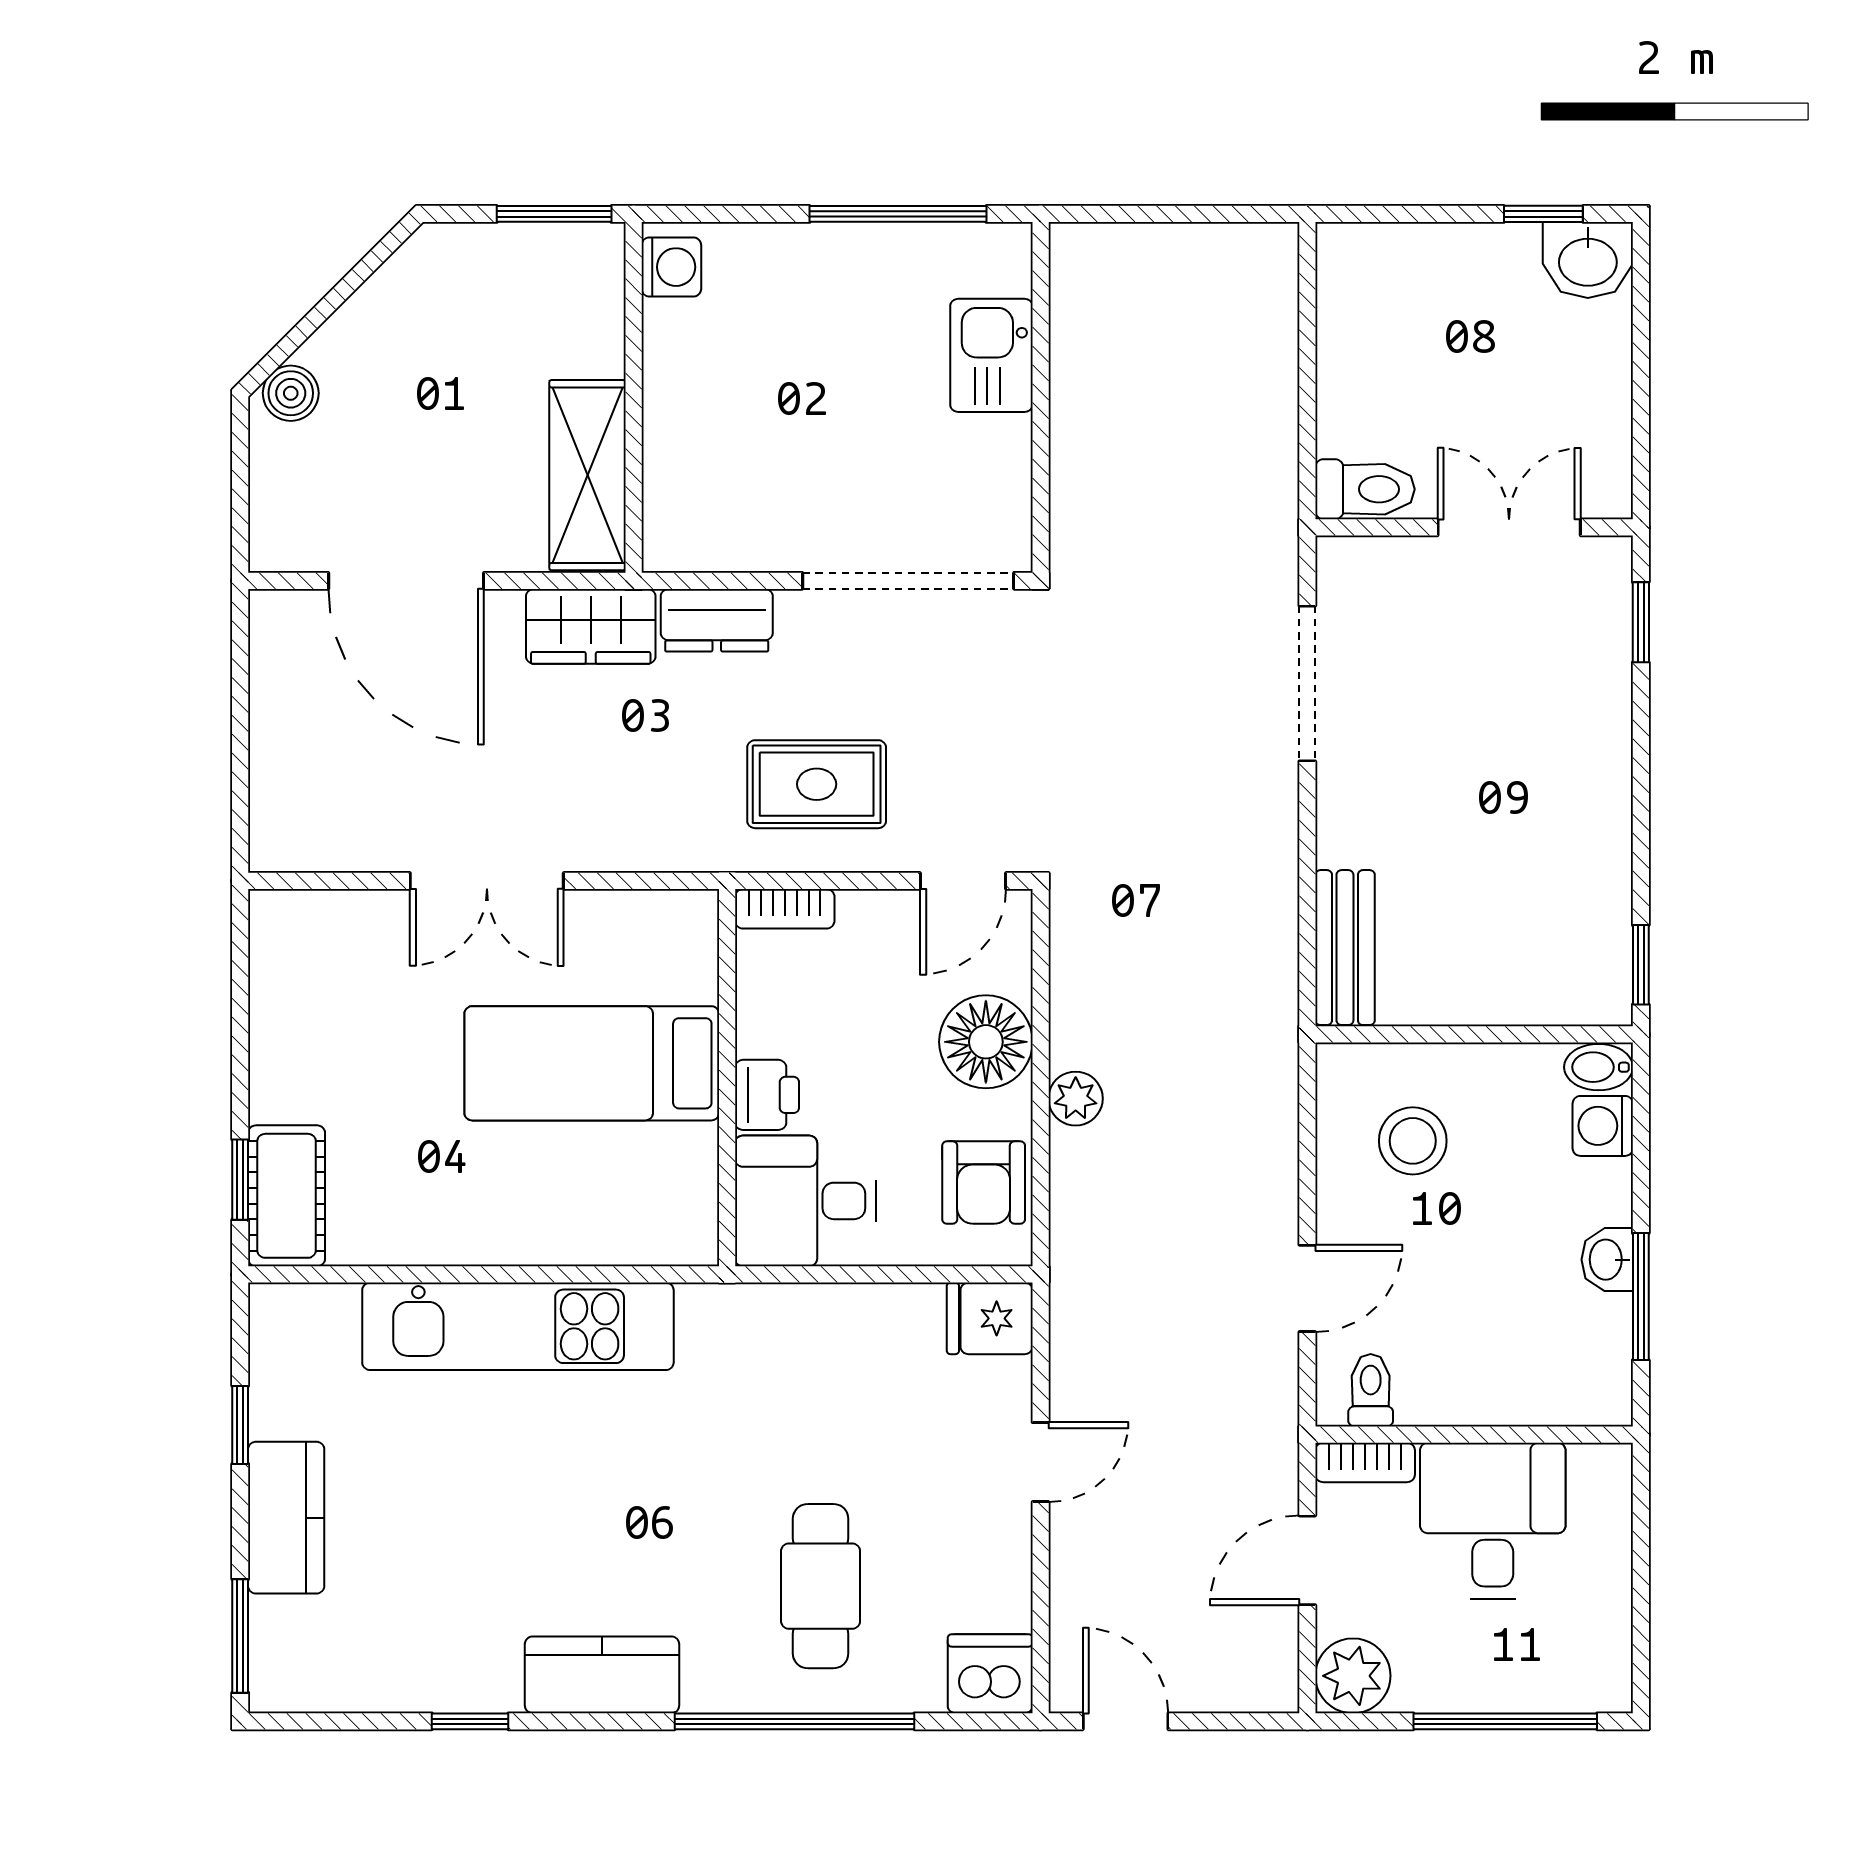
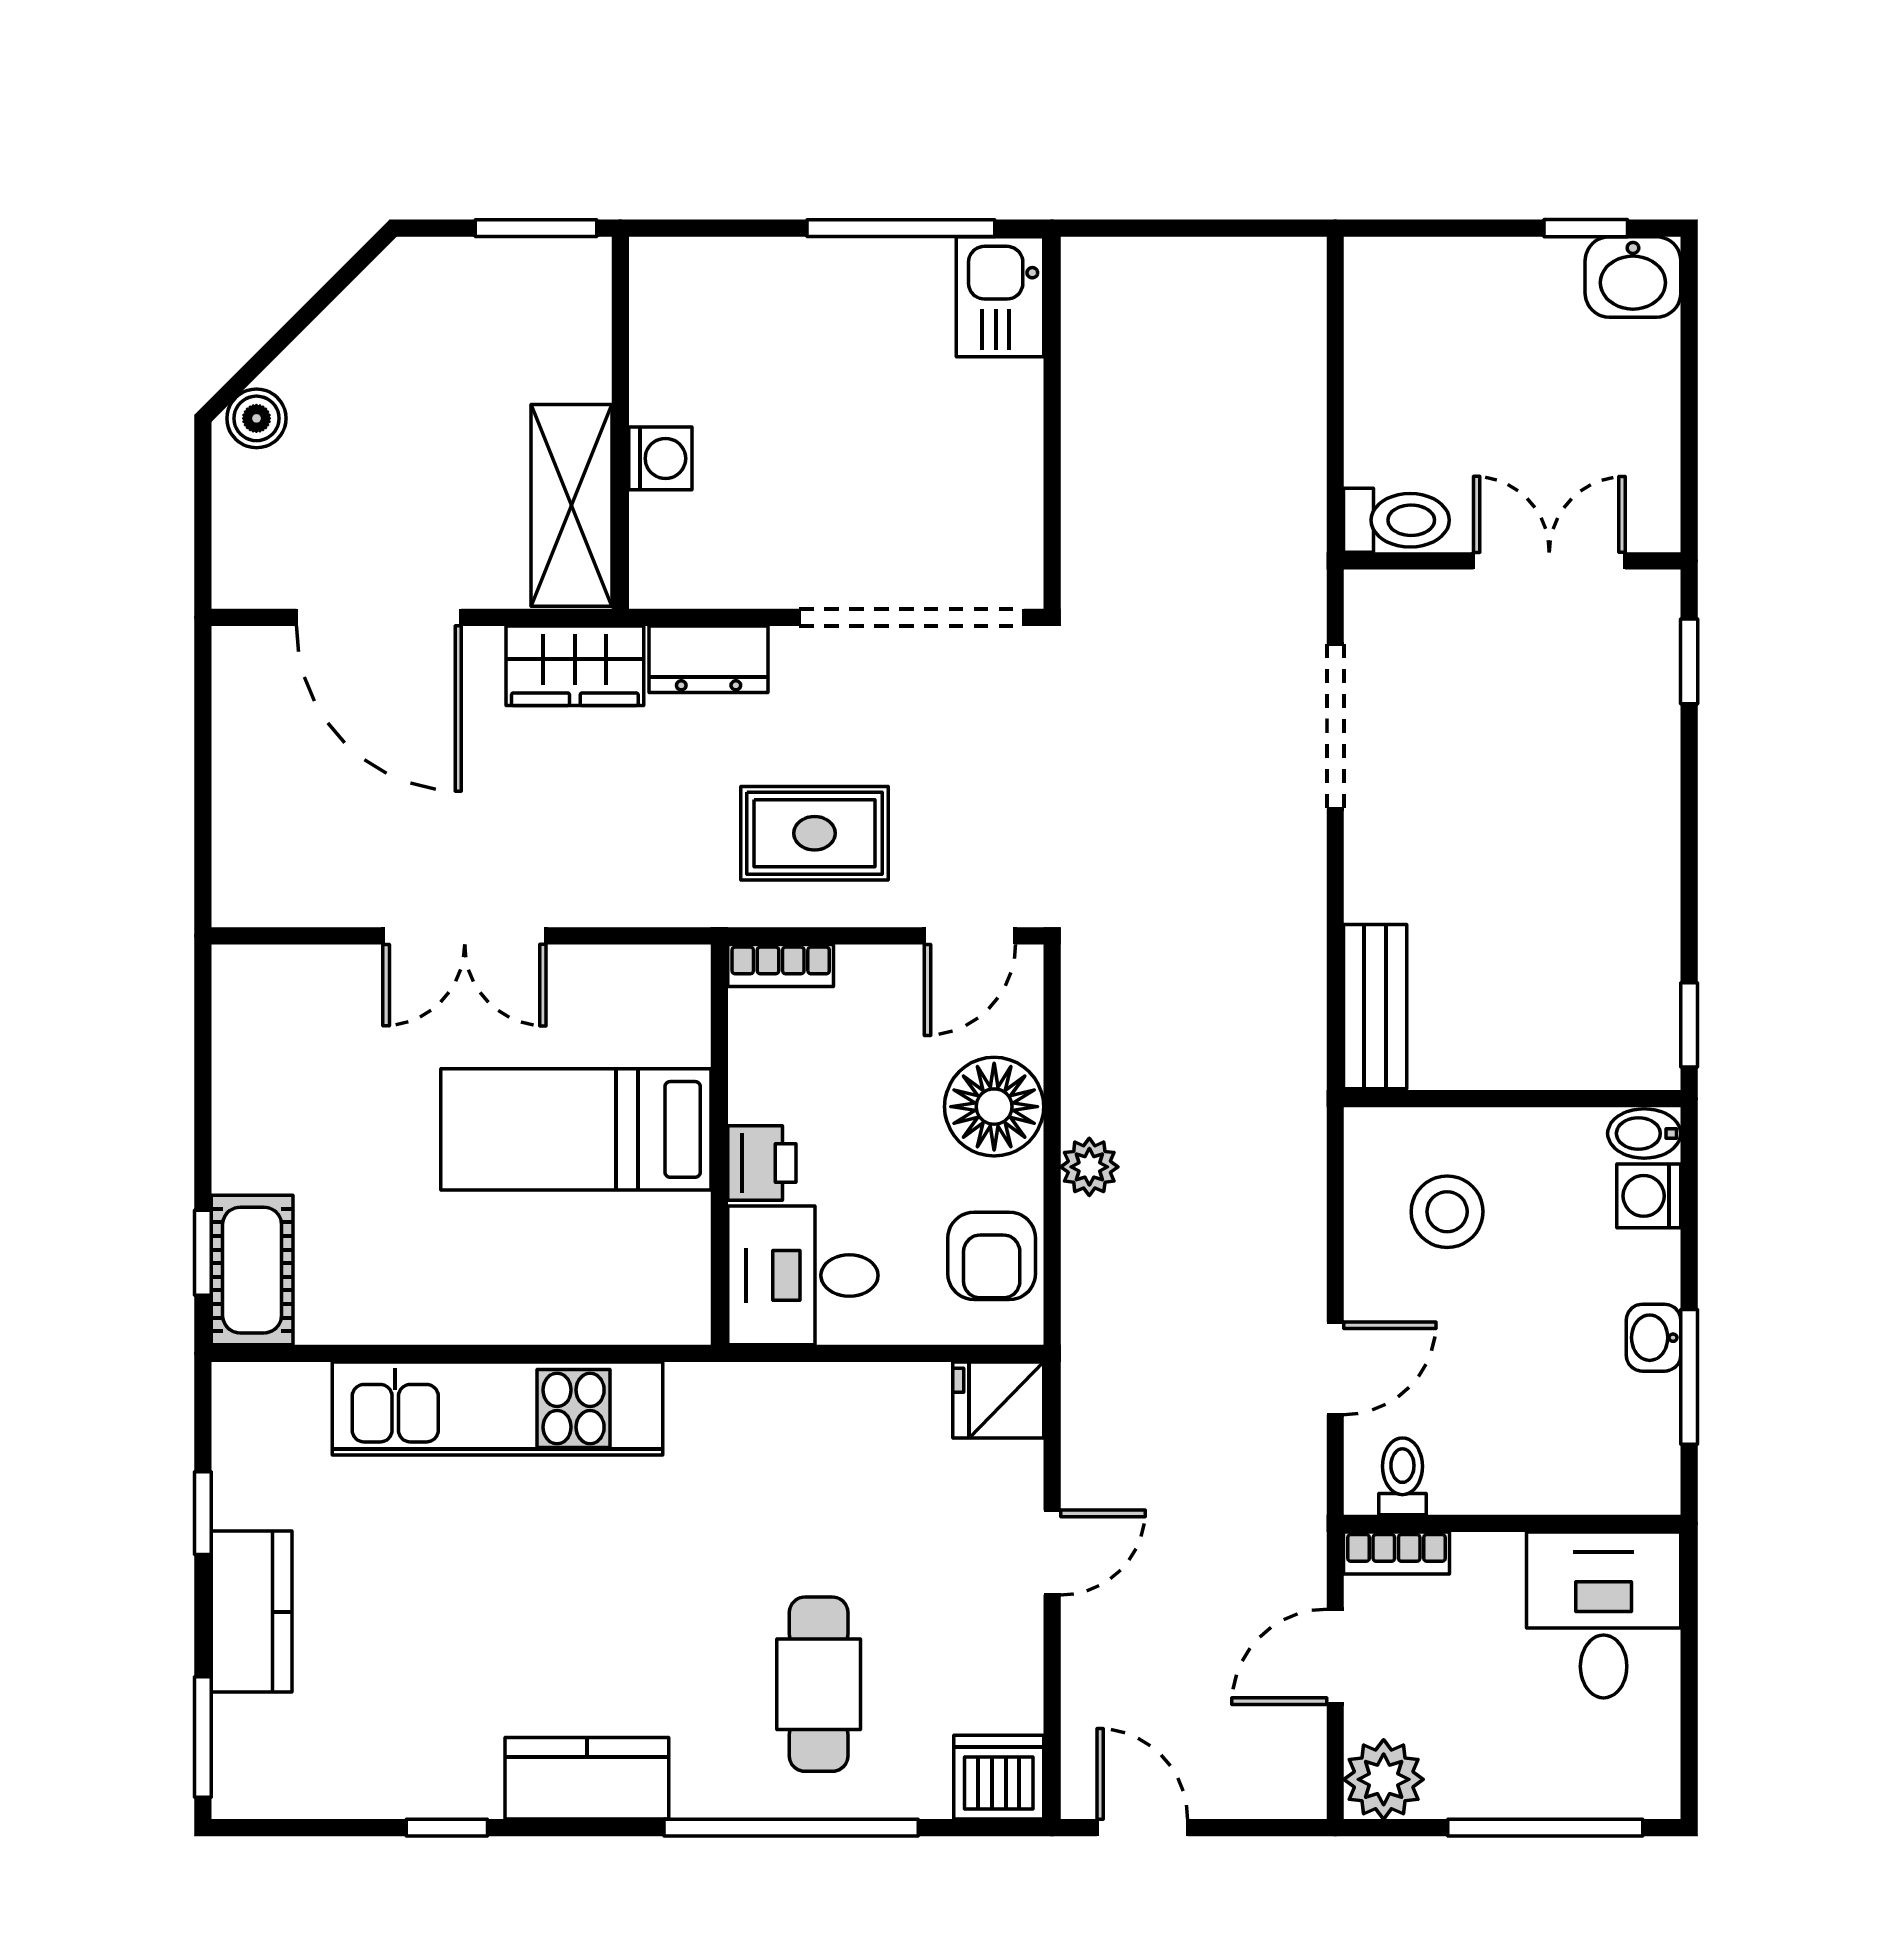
washing machine: (671, 267) -> (660, 458), moved
kitchen sink: (991, 355) -> (1000, 297), moved
desk: (1493, 1521) -> (1604, 1615), moved

